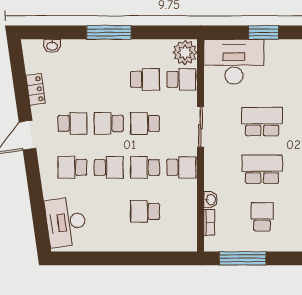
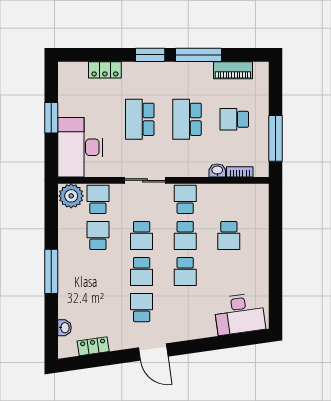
locker: (36, 89) -> (93, 346), moved
school desk: (72, 167) -> (185, 308), removed
school desk: (109, 167) -> (185, 272), turned 180

